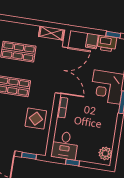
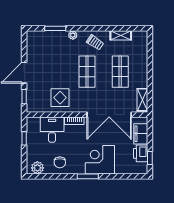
filing cabinet: (92, 41) -> (141, 134), width x2.00
chair: (103, 129) -> (60, 162), added
desk: (65, 145) -> (52, 130), moved, turned 90

